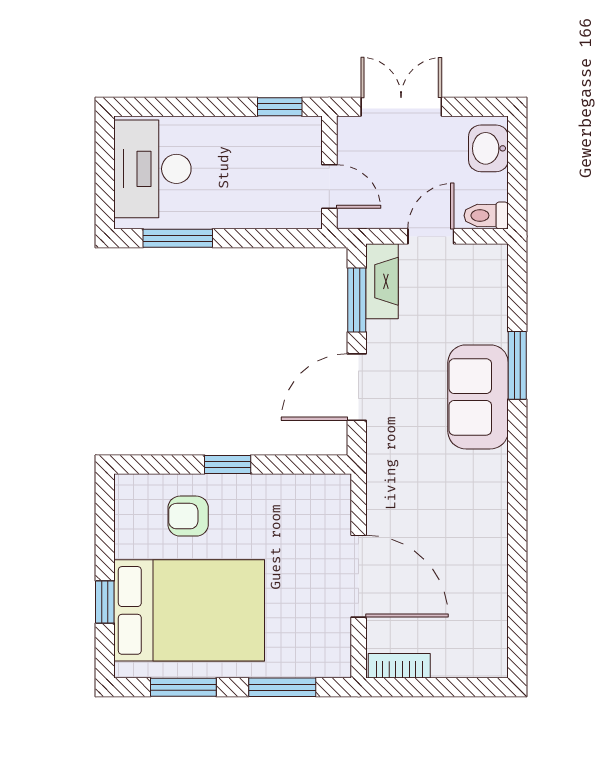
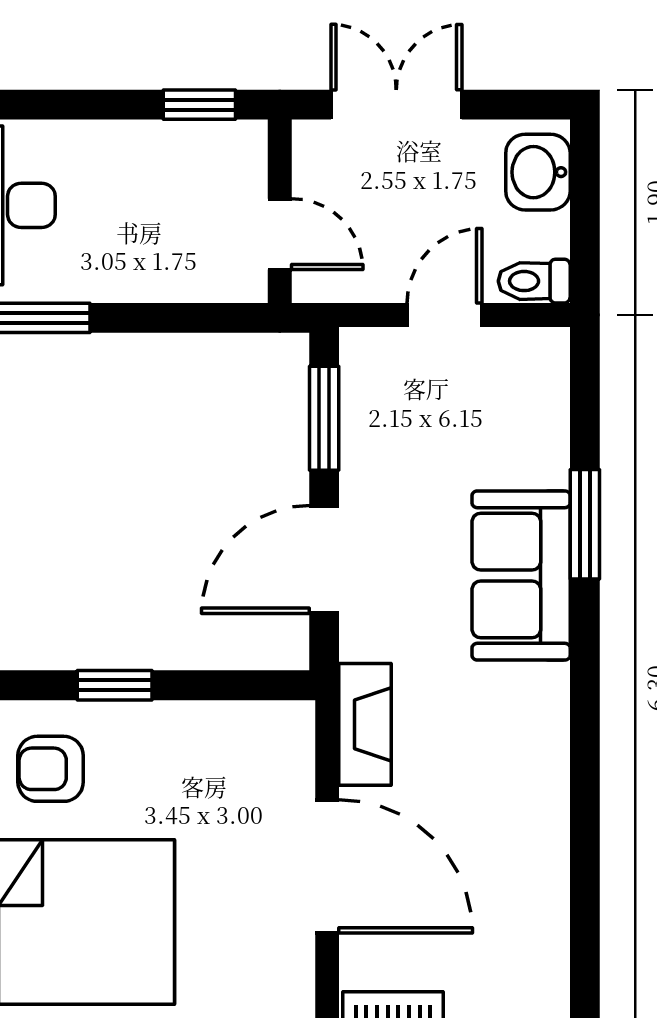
fireplace: (382, 281) -> (365, 724), moved

